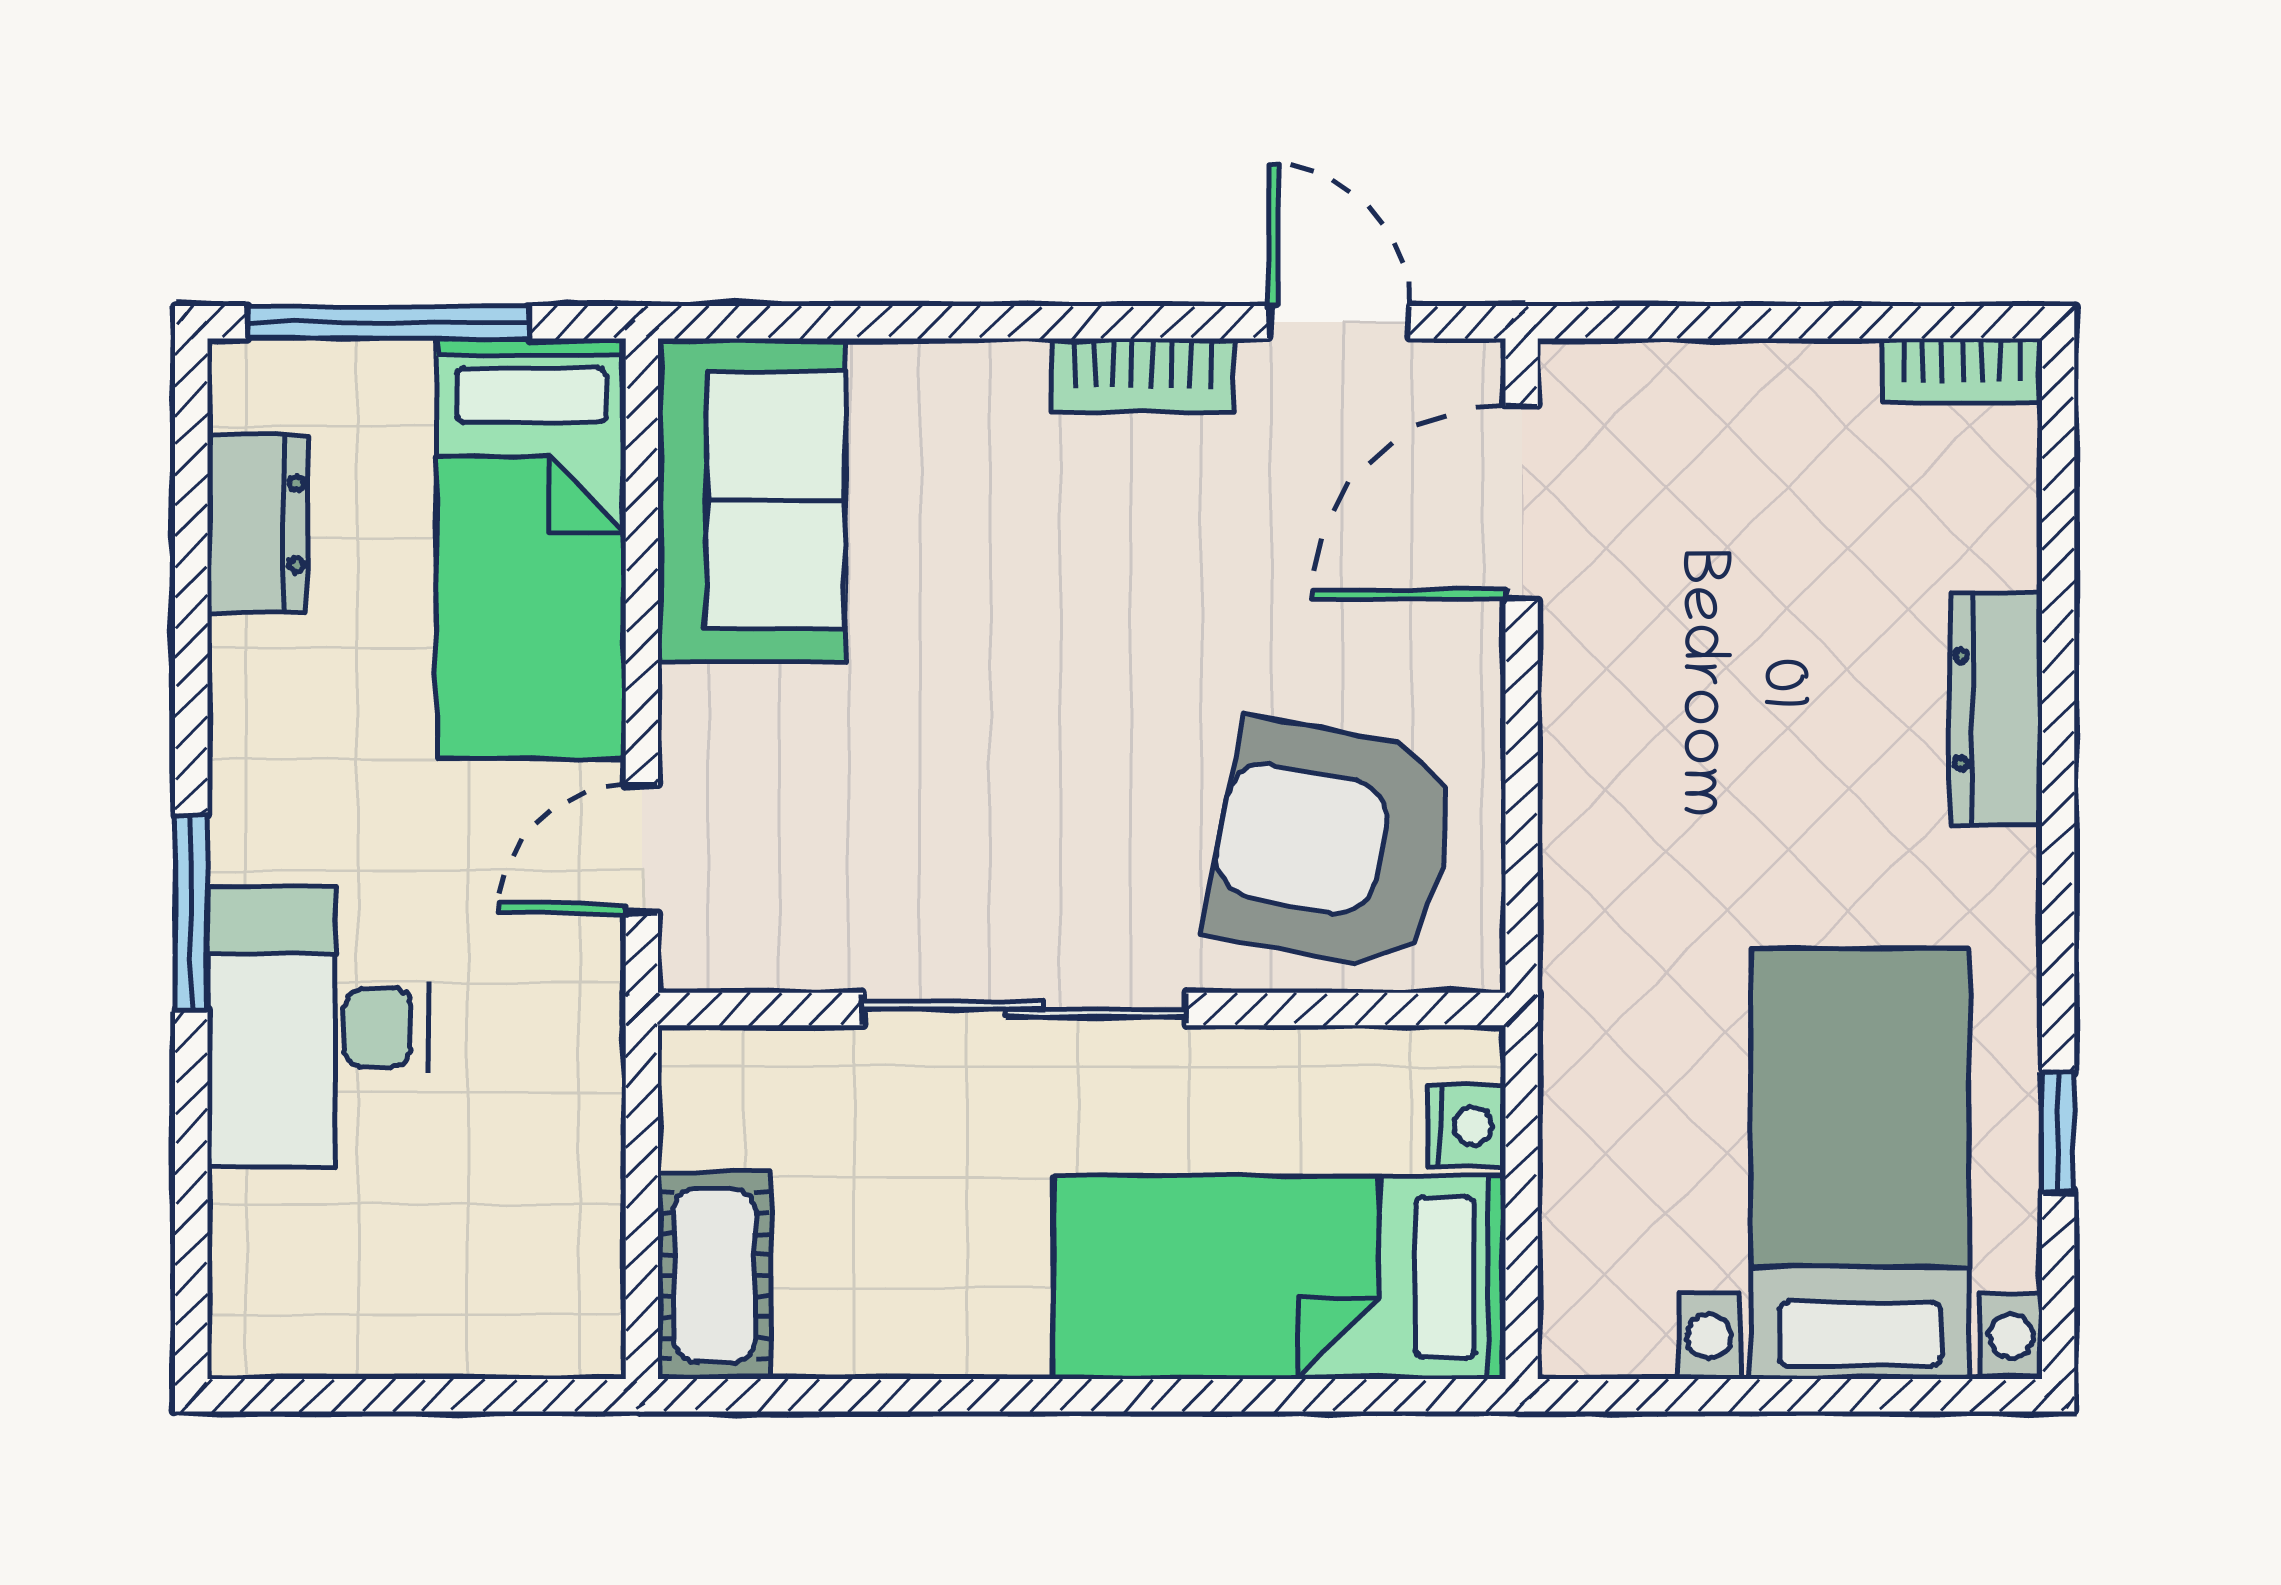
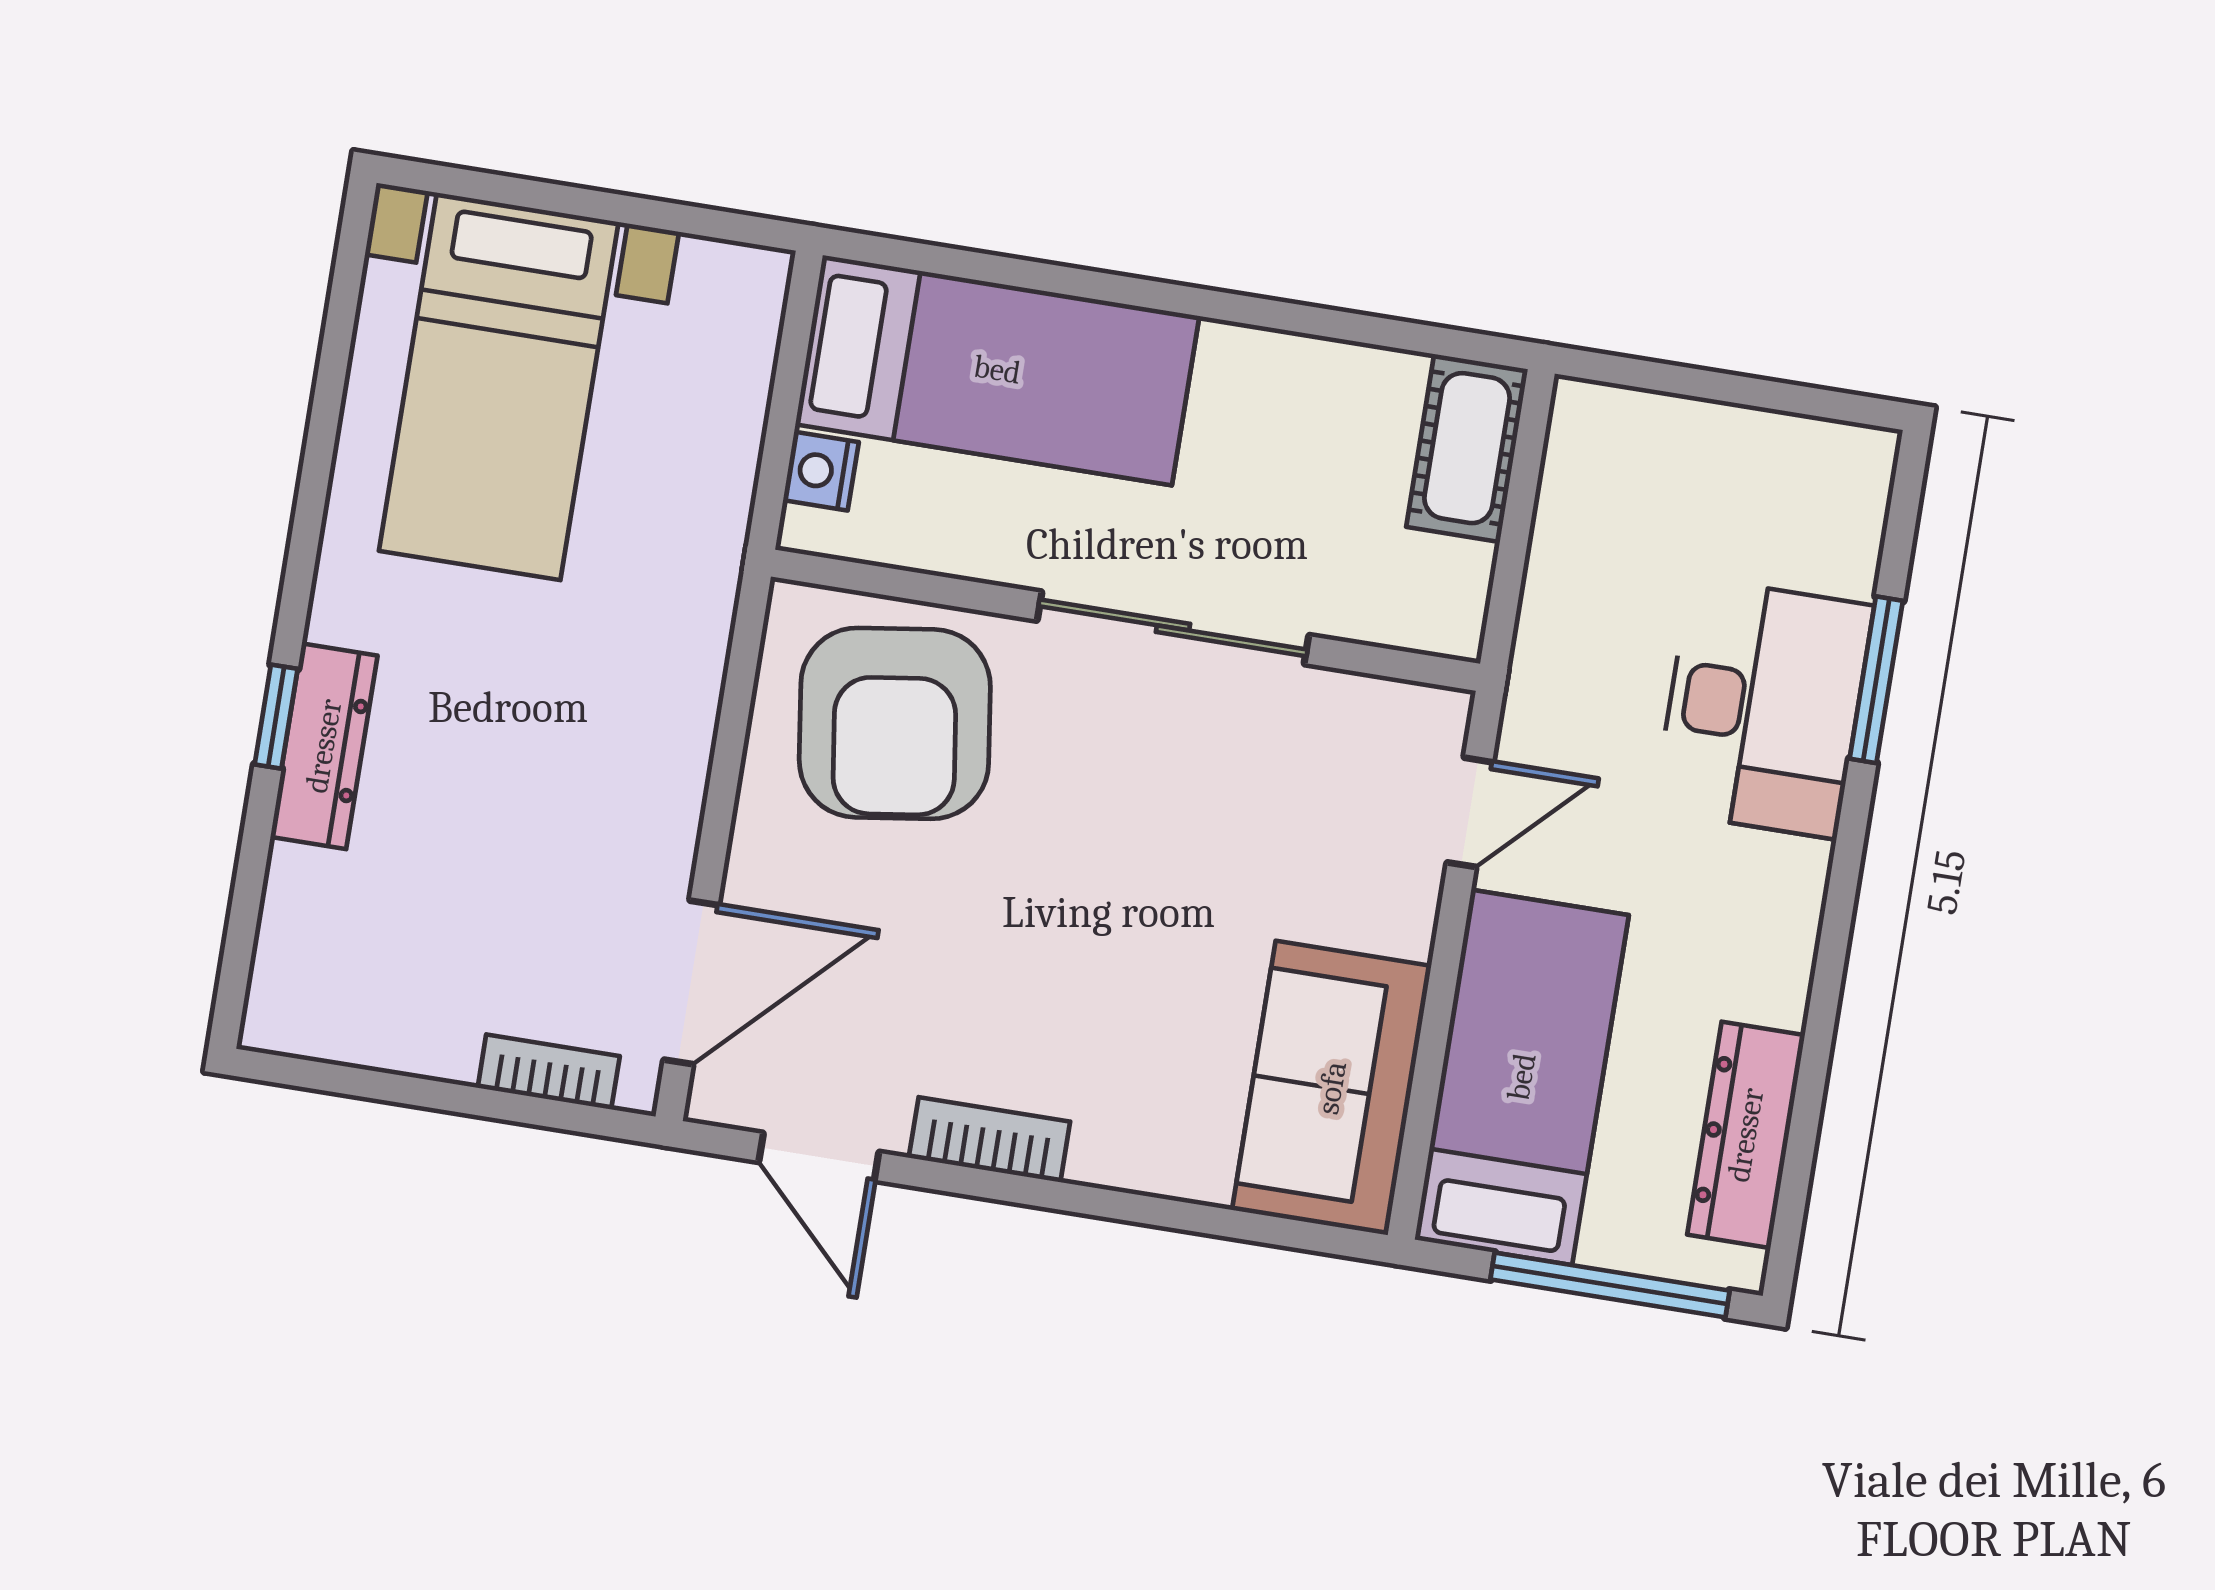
bookcase: (1962, 371) -> (549, 1072), moved
dresser: (257, 524) -> (1746, 1135), width x1.44
armchair: (1332, 844) -> (895, 723), turned 71
window: (191, 913) -> (1876, 680), moved
window: (2058, 1132) -> (276, 717), moved

